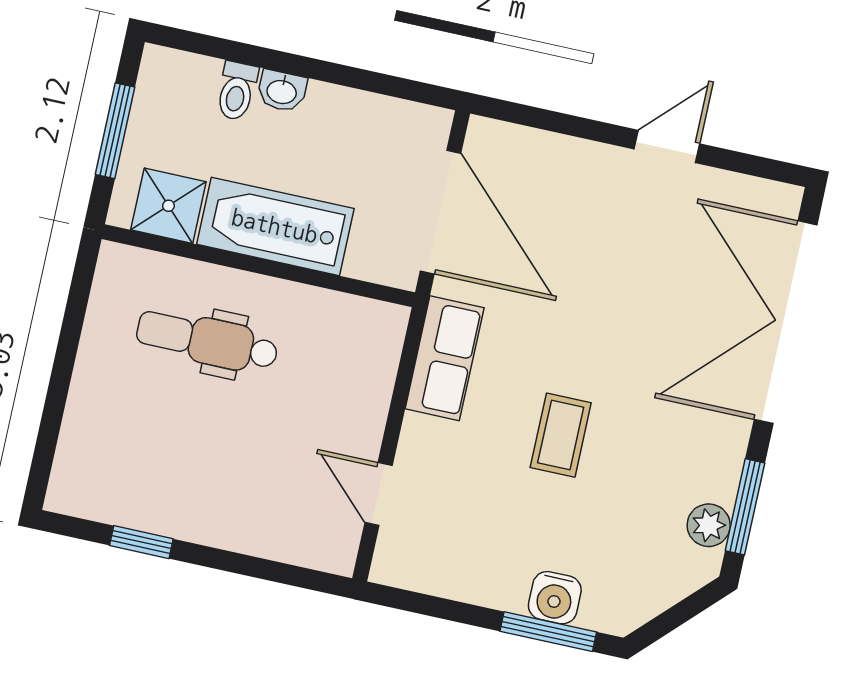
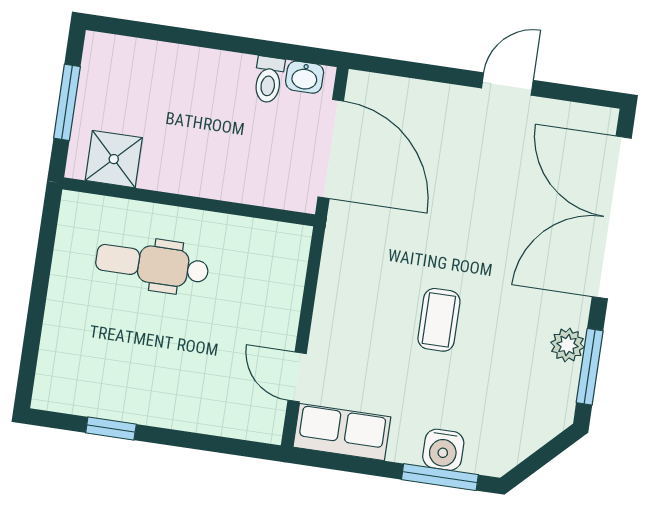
toilet: (237, 91) -> (269, 80), moved
washbasin: (282, 91) -> (305, 77), moved
bathtub: (275, 226) -> (200, 170), removed
row of seats: (445, 358) -> (342, 432), moved, turned -90
plant: (709, 525) -> (567, 345), moved

